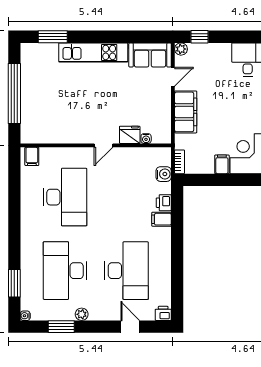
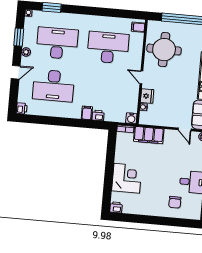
filing cabinet: (186, 112) -> (149, 135), moved
round table: (61, 116) -> (164, 50), added
filing cabinet: (222, 164) -> (121, 158), removed
water cooler: (164, 174) -> (131, 118), moved
desk: (65, 197) -> (108, 48), turned 180
door: (130, 327) -> (16, 72), moved

